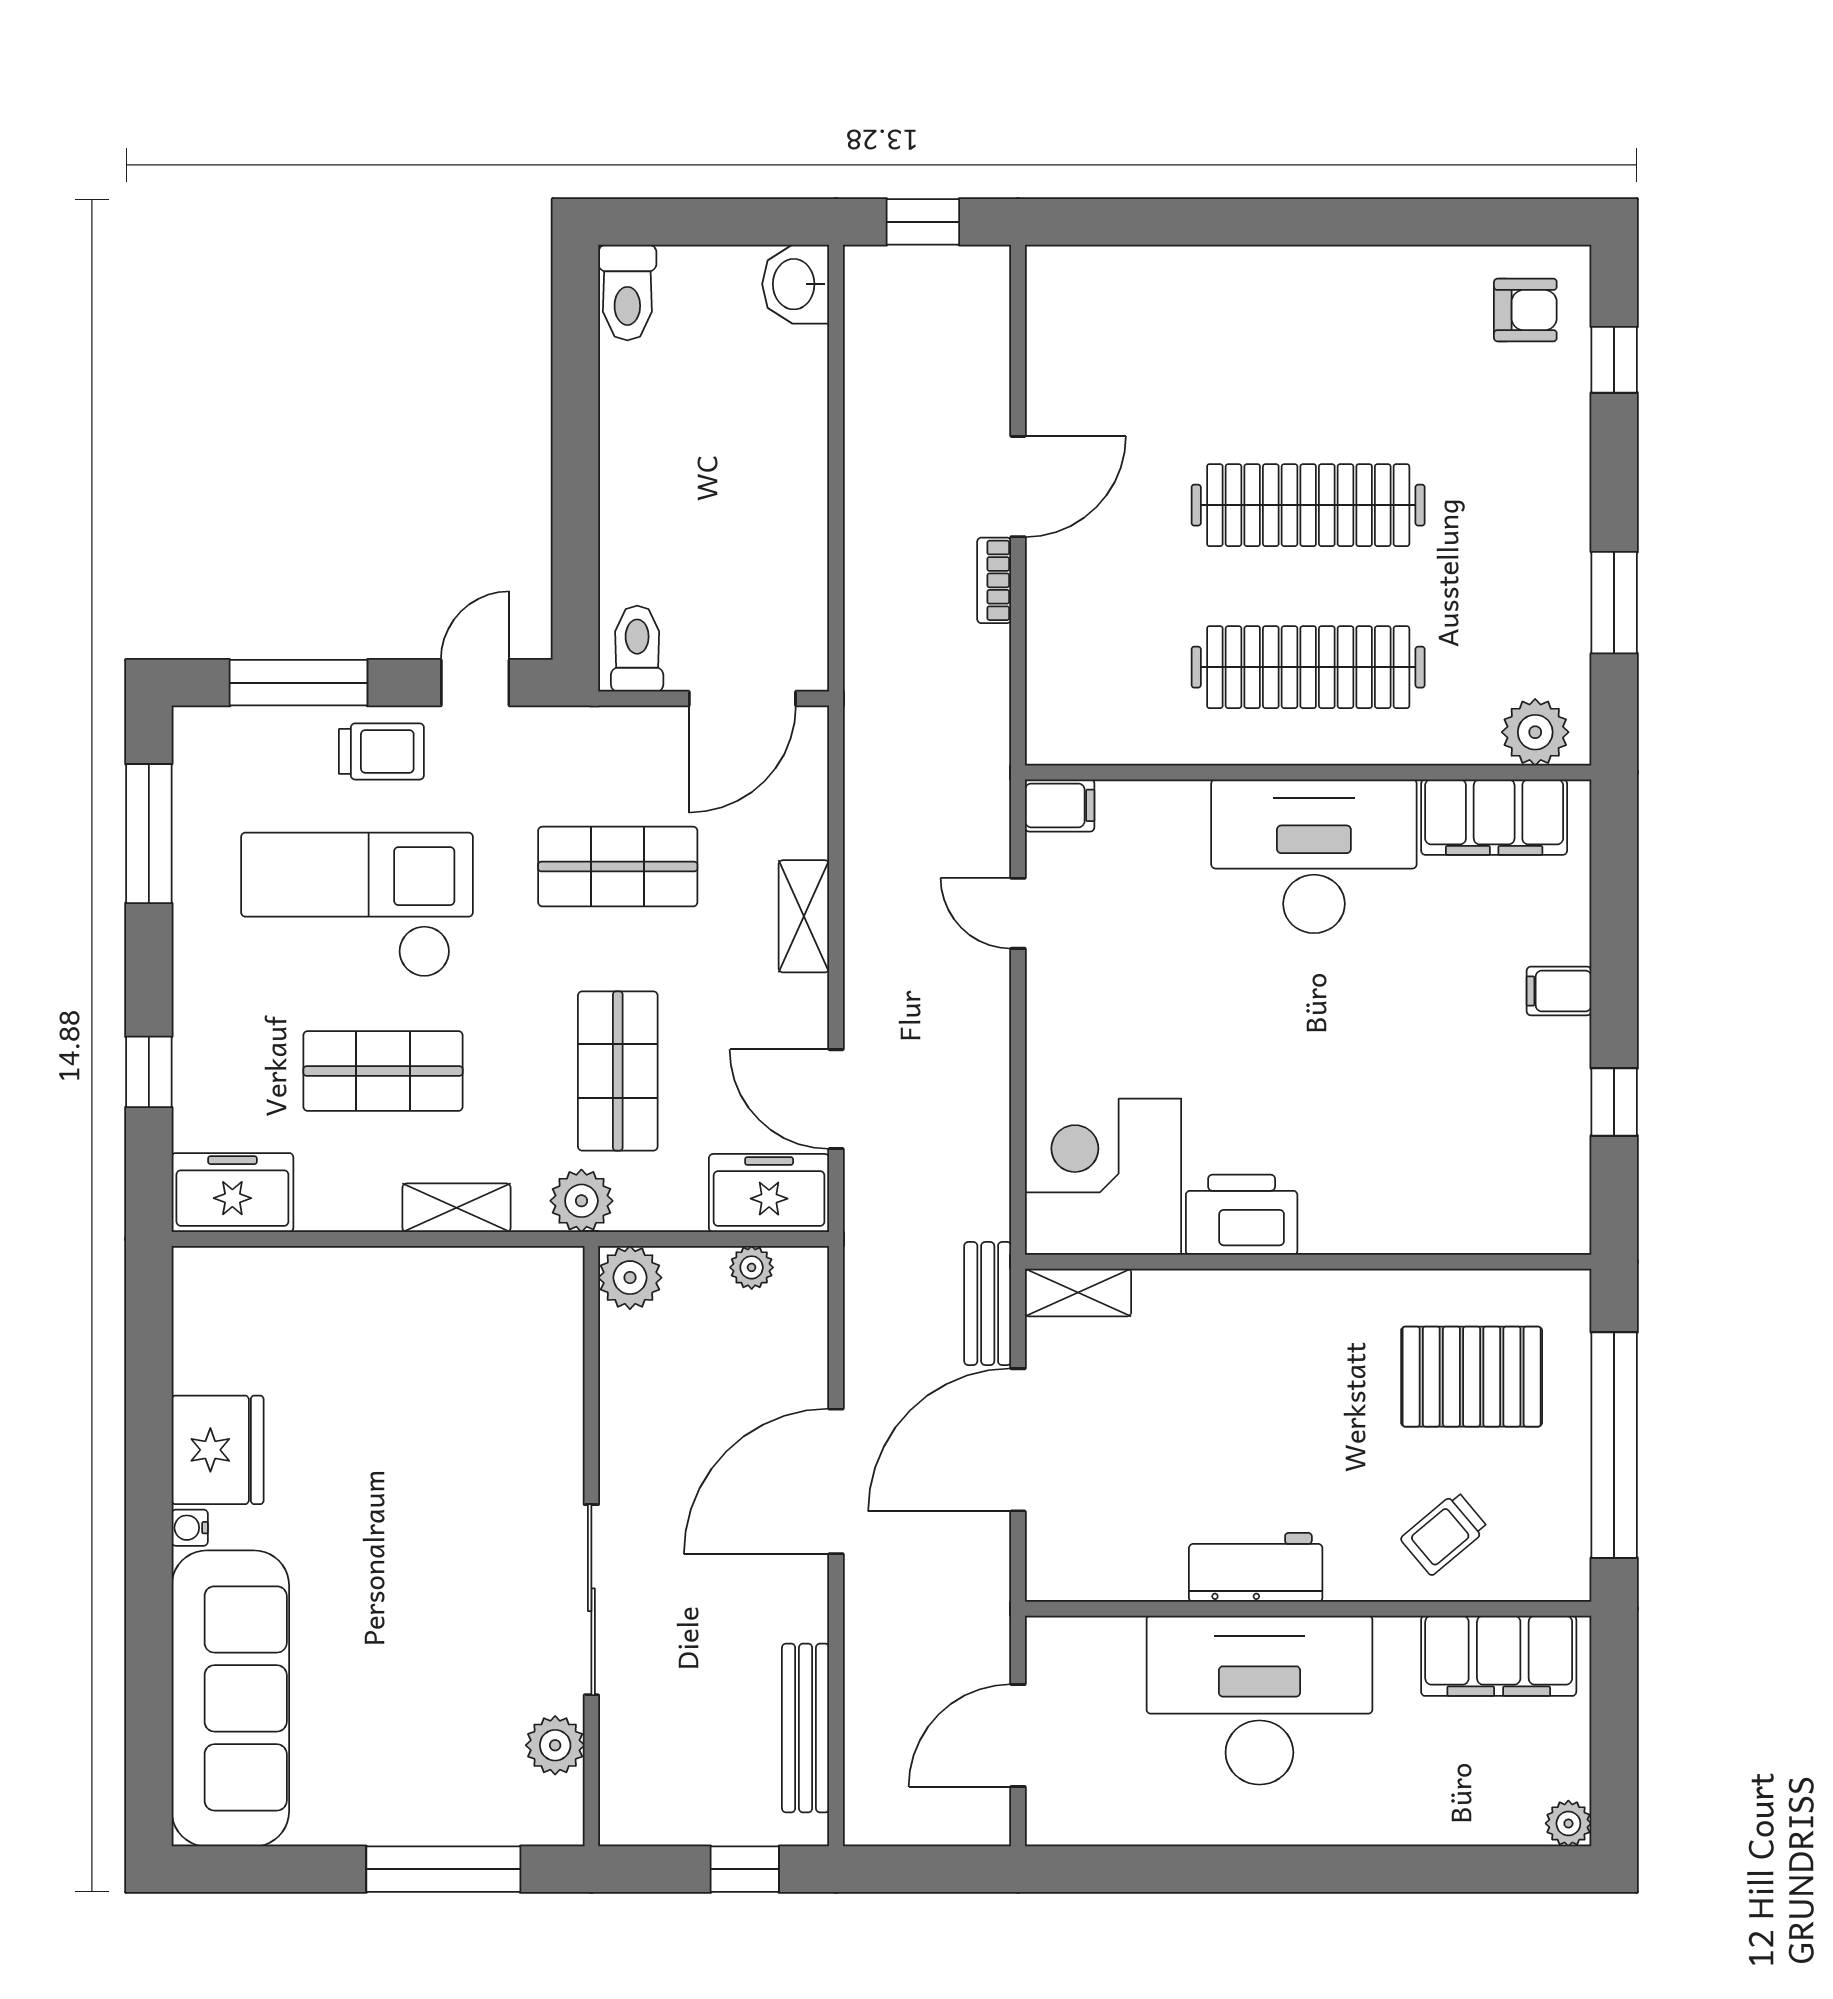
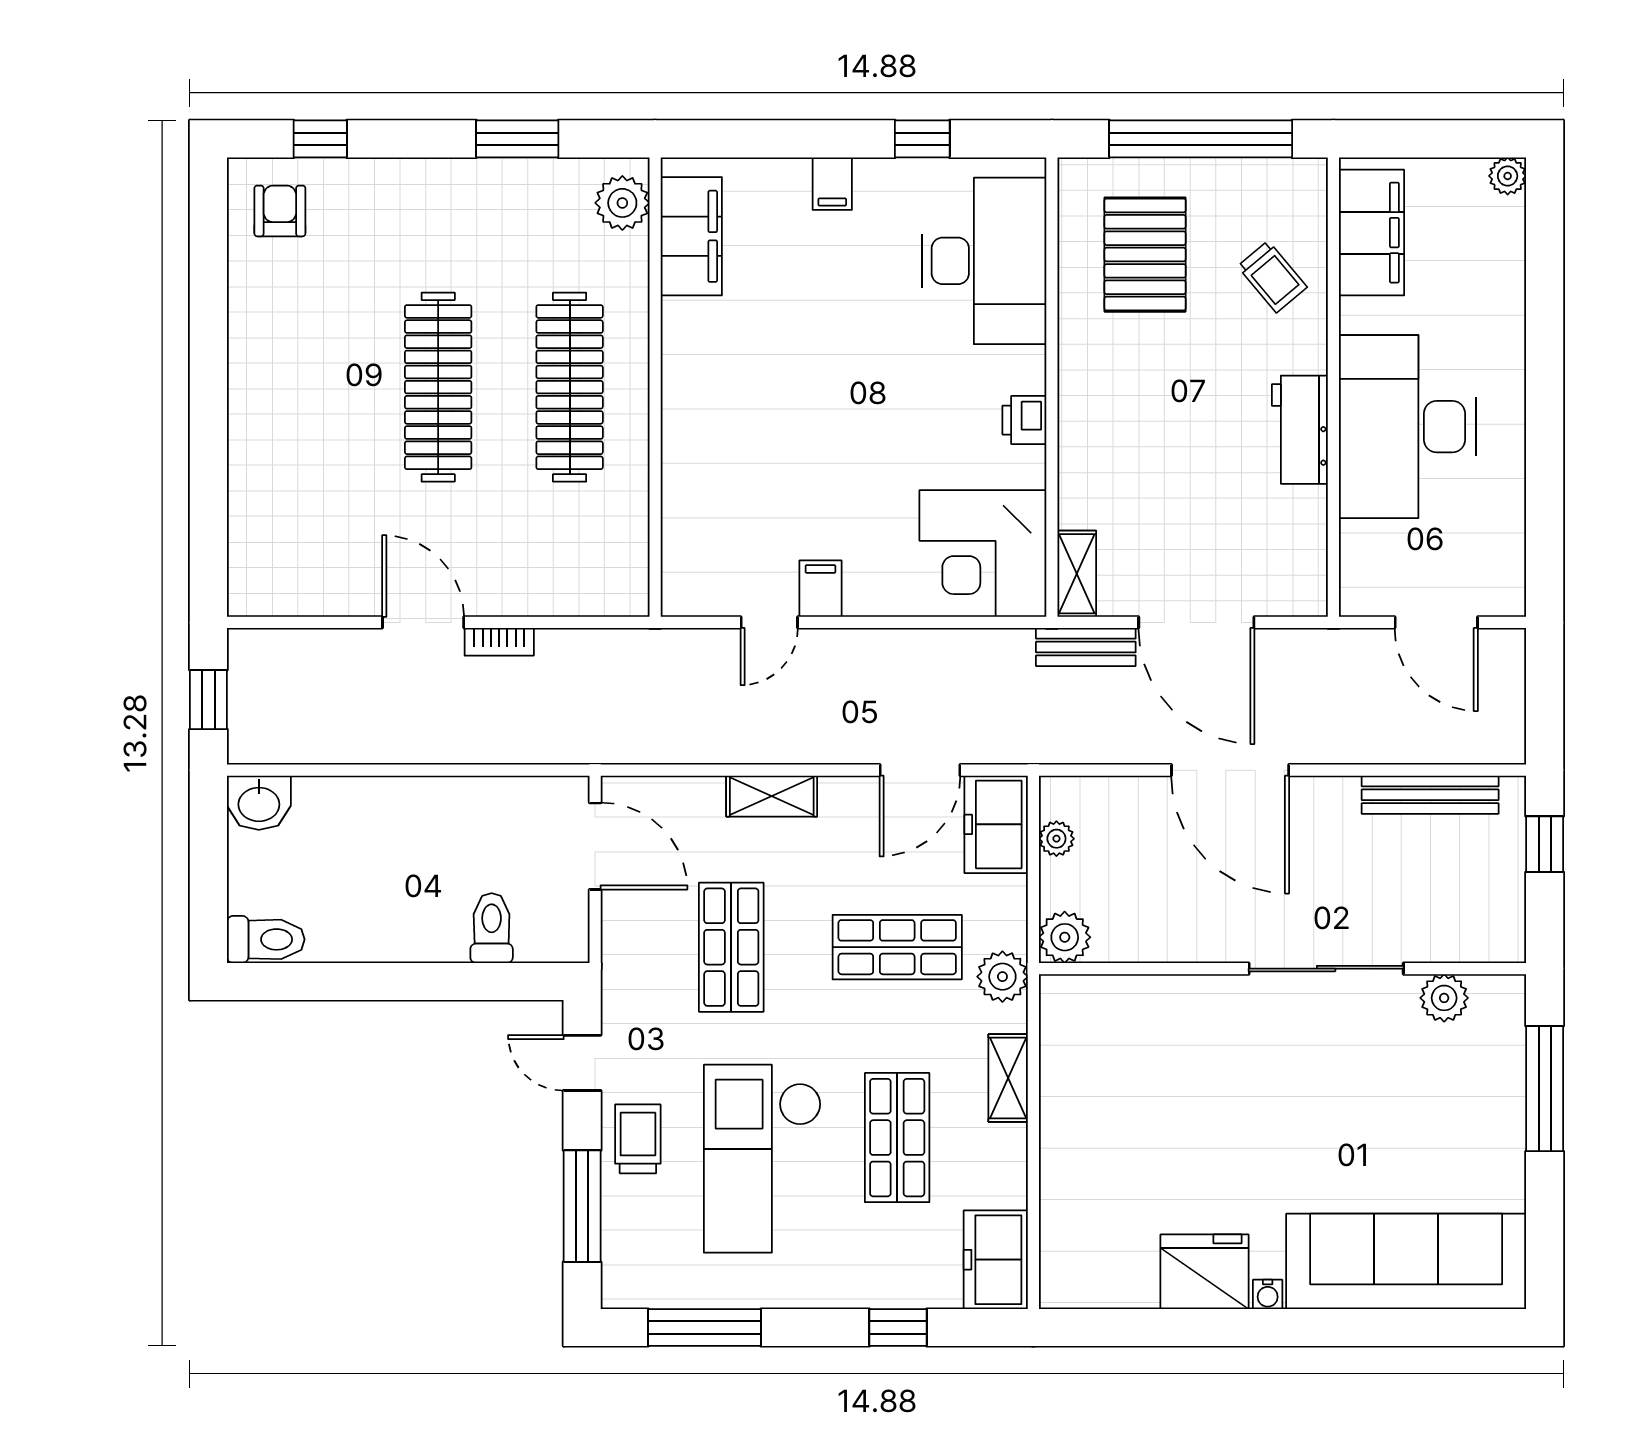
toilet: (637, 649) -> (492, 928), moved, turned 90
filing cabinet: (1060, 805) -> (821, 589), moved
desk: (1314, 856) -> (984, 261), moved, turned 180
printer: (1242, 1215) -> (1024, 420), width x0.53, depth x0.68

